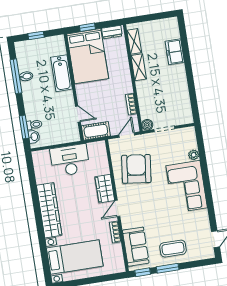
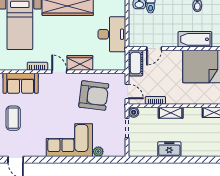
freezer: (175, 52) -> (169, 149), moved
shelving: (139, 67) -> (171, 113), moved

